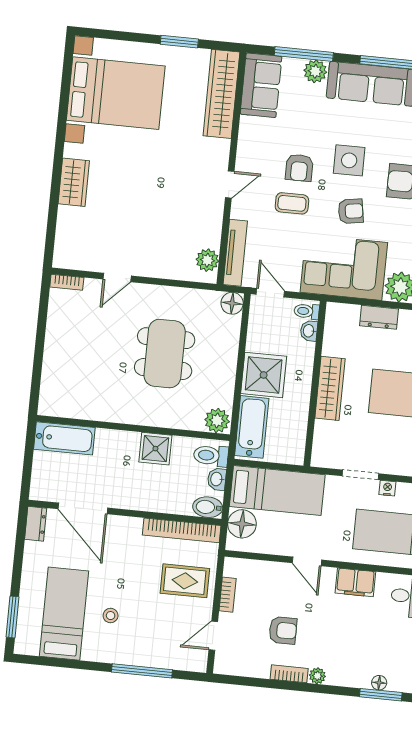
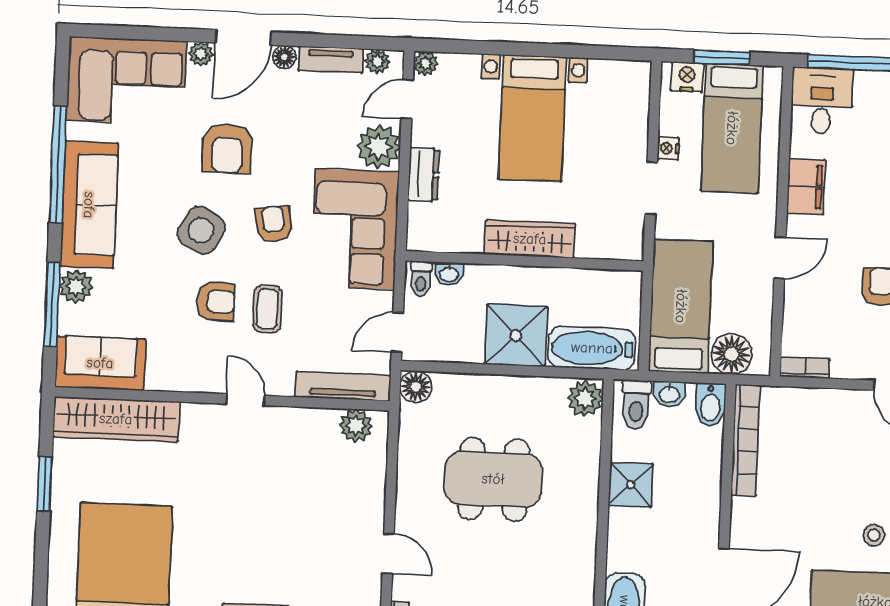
side table: (349, 160) -> (201, 230), turned 30
rug: (185, 581) -> (818, 431), removed
bookcase: (228, 595) -> (805, 368), moved

